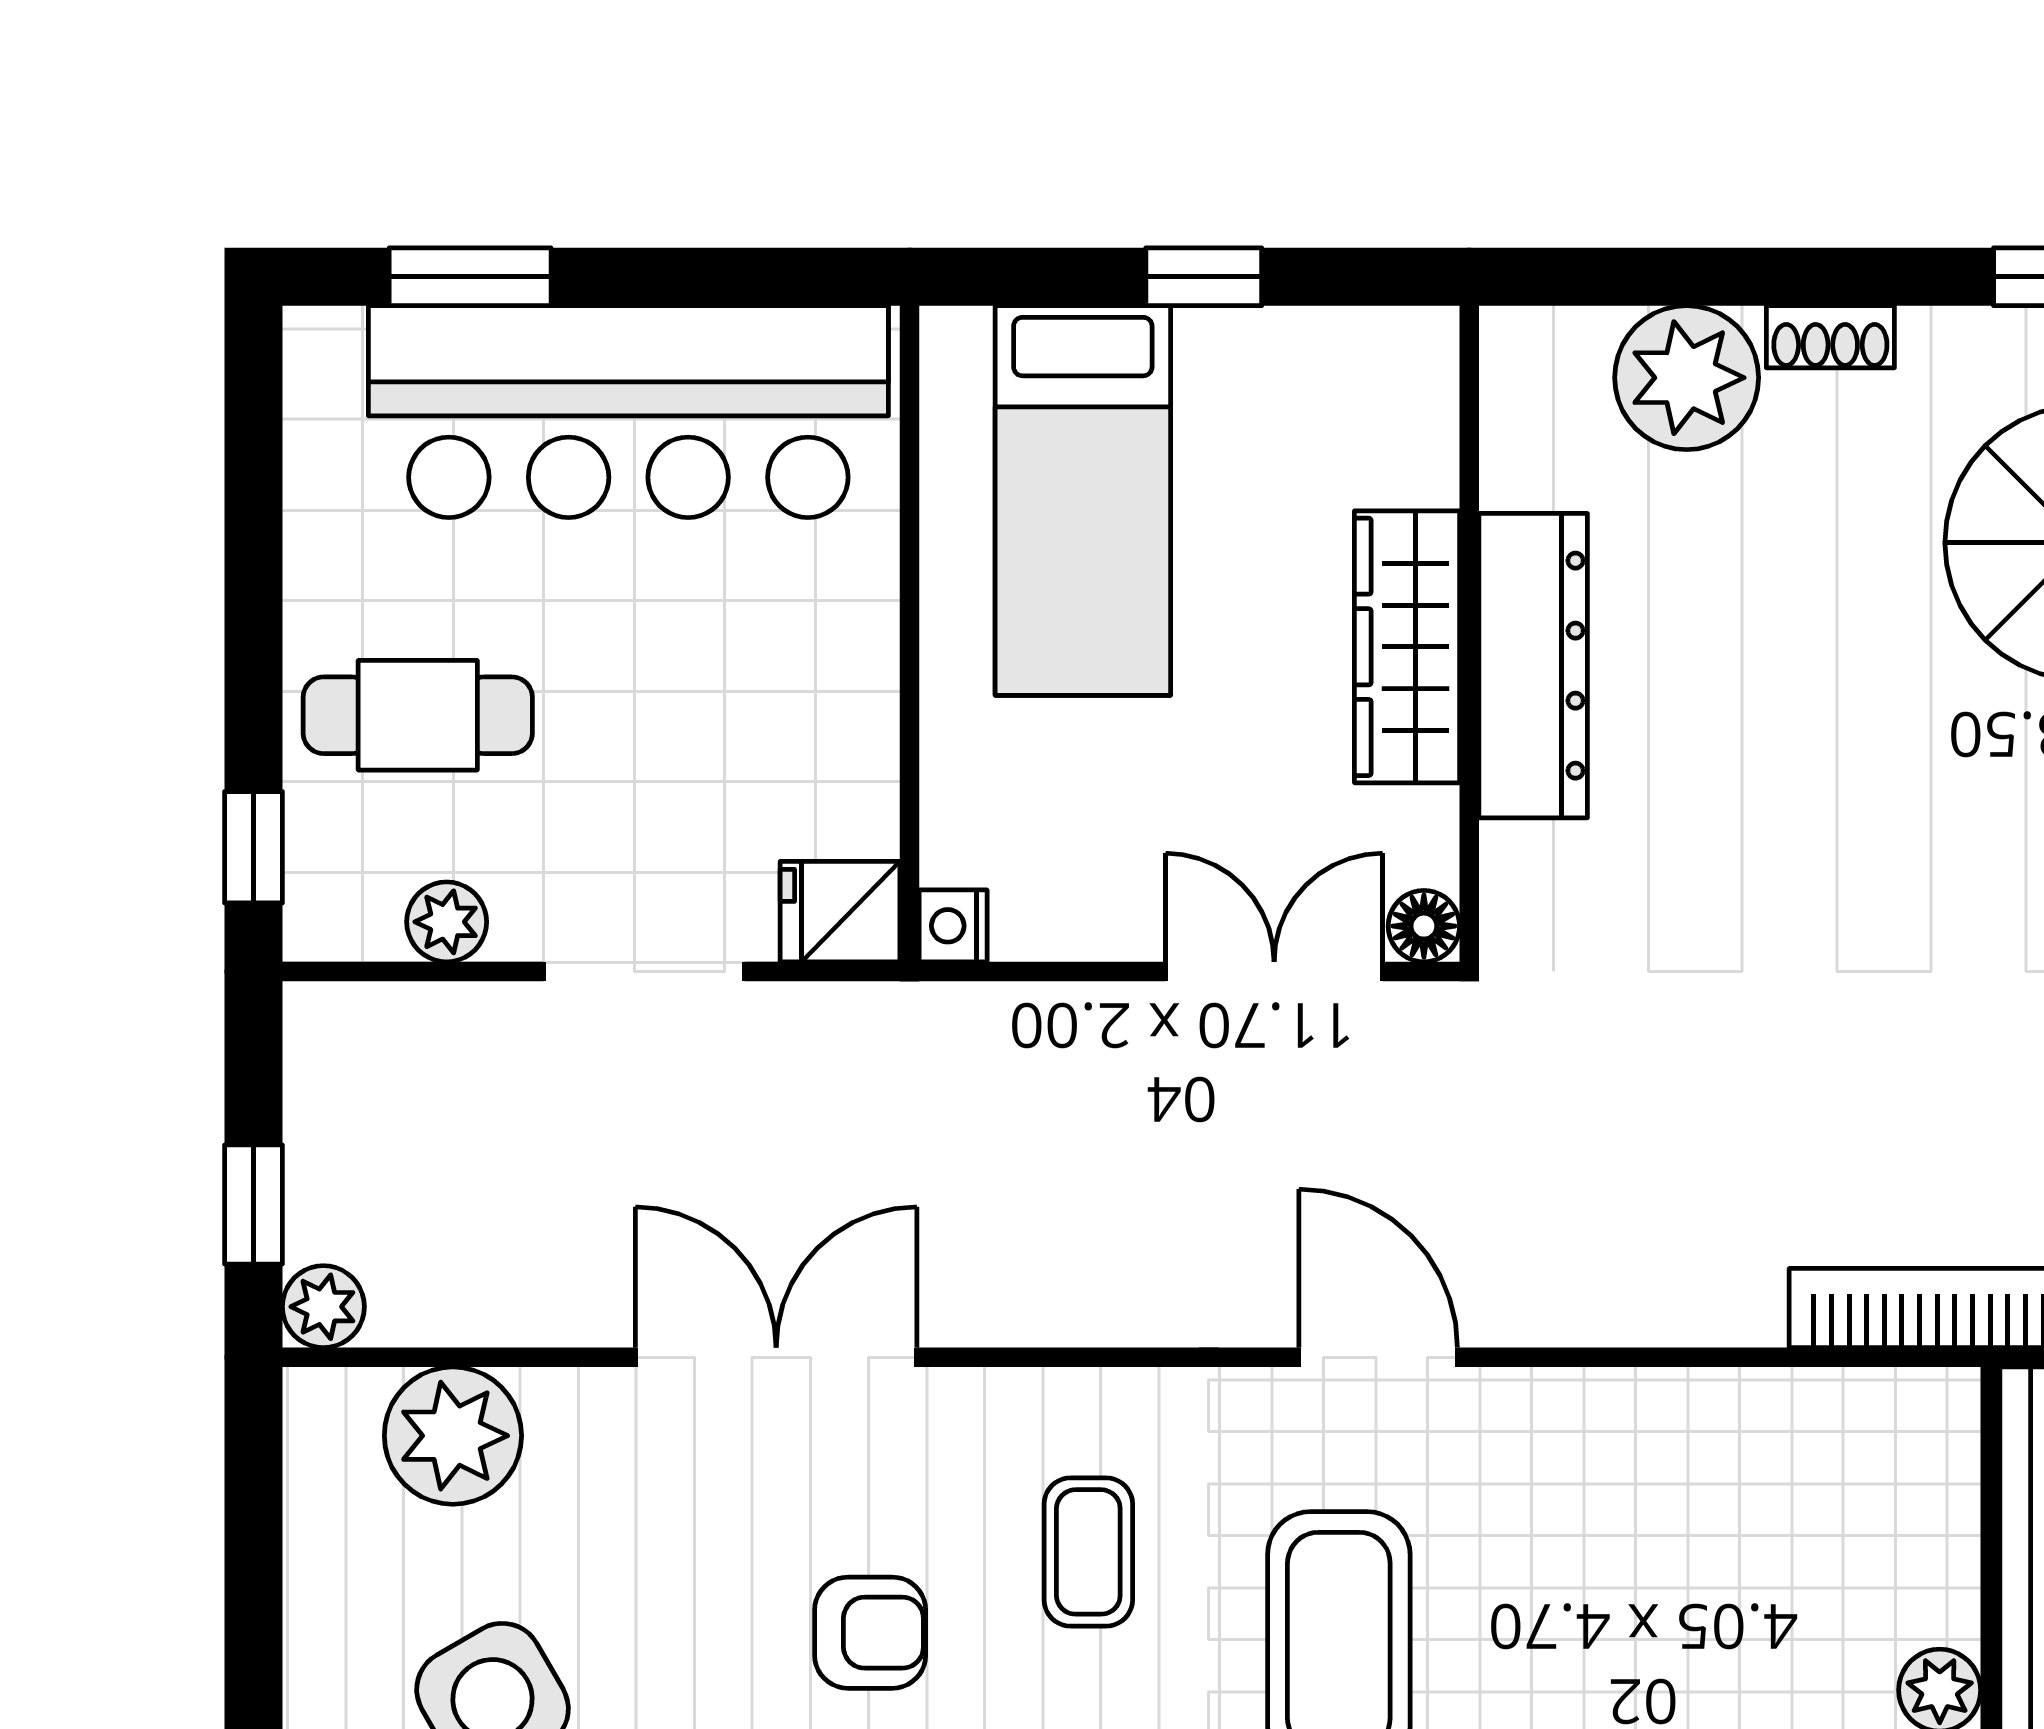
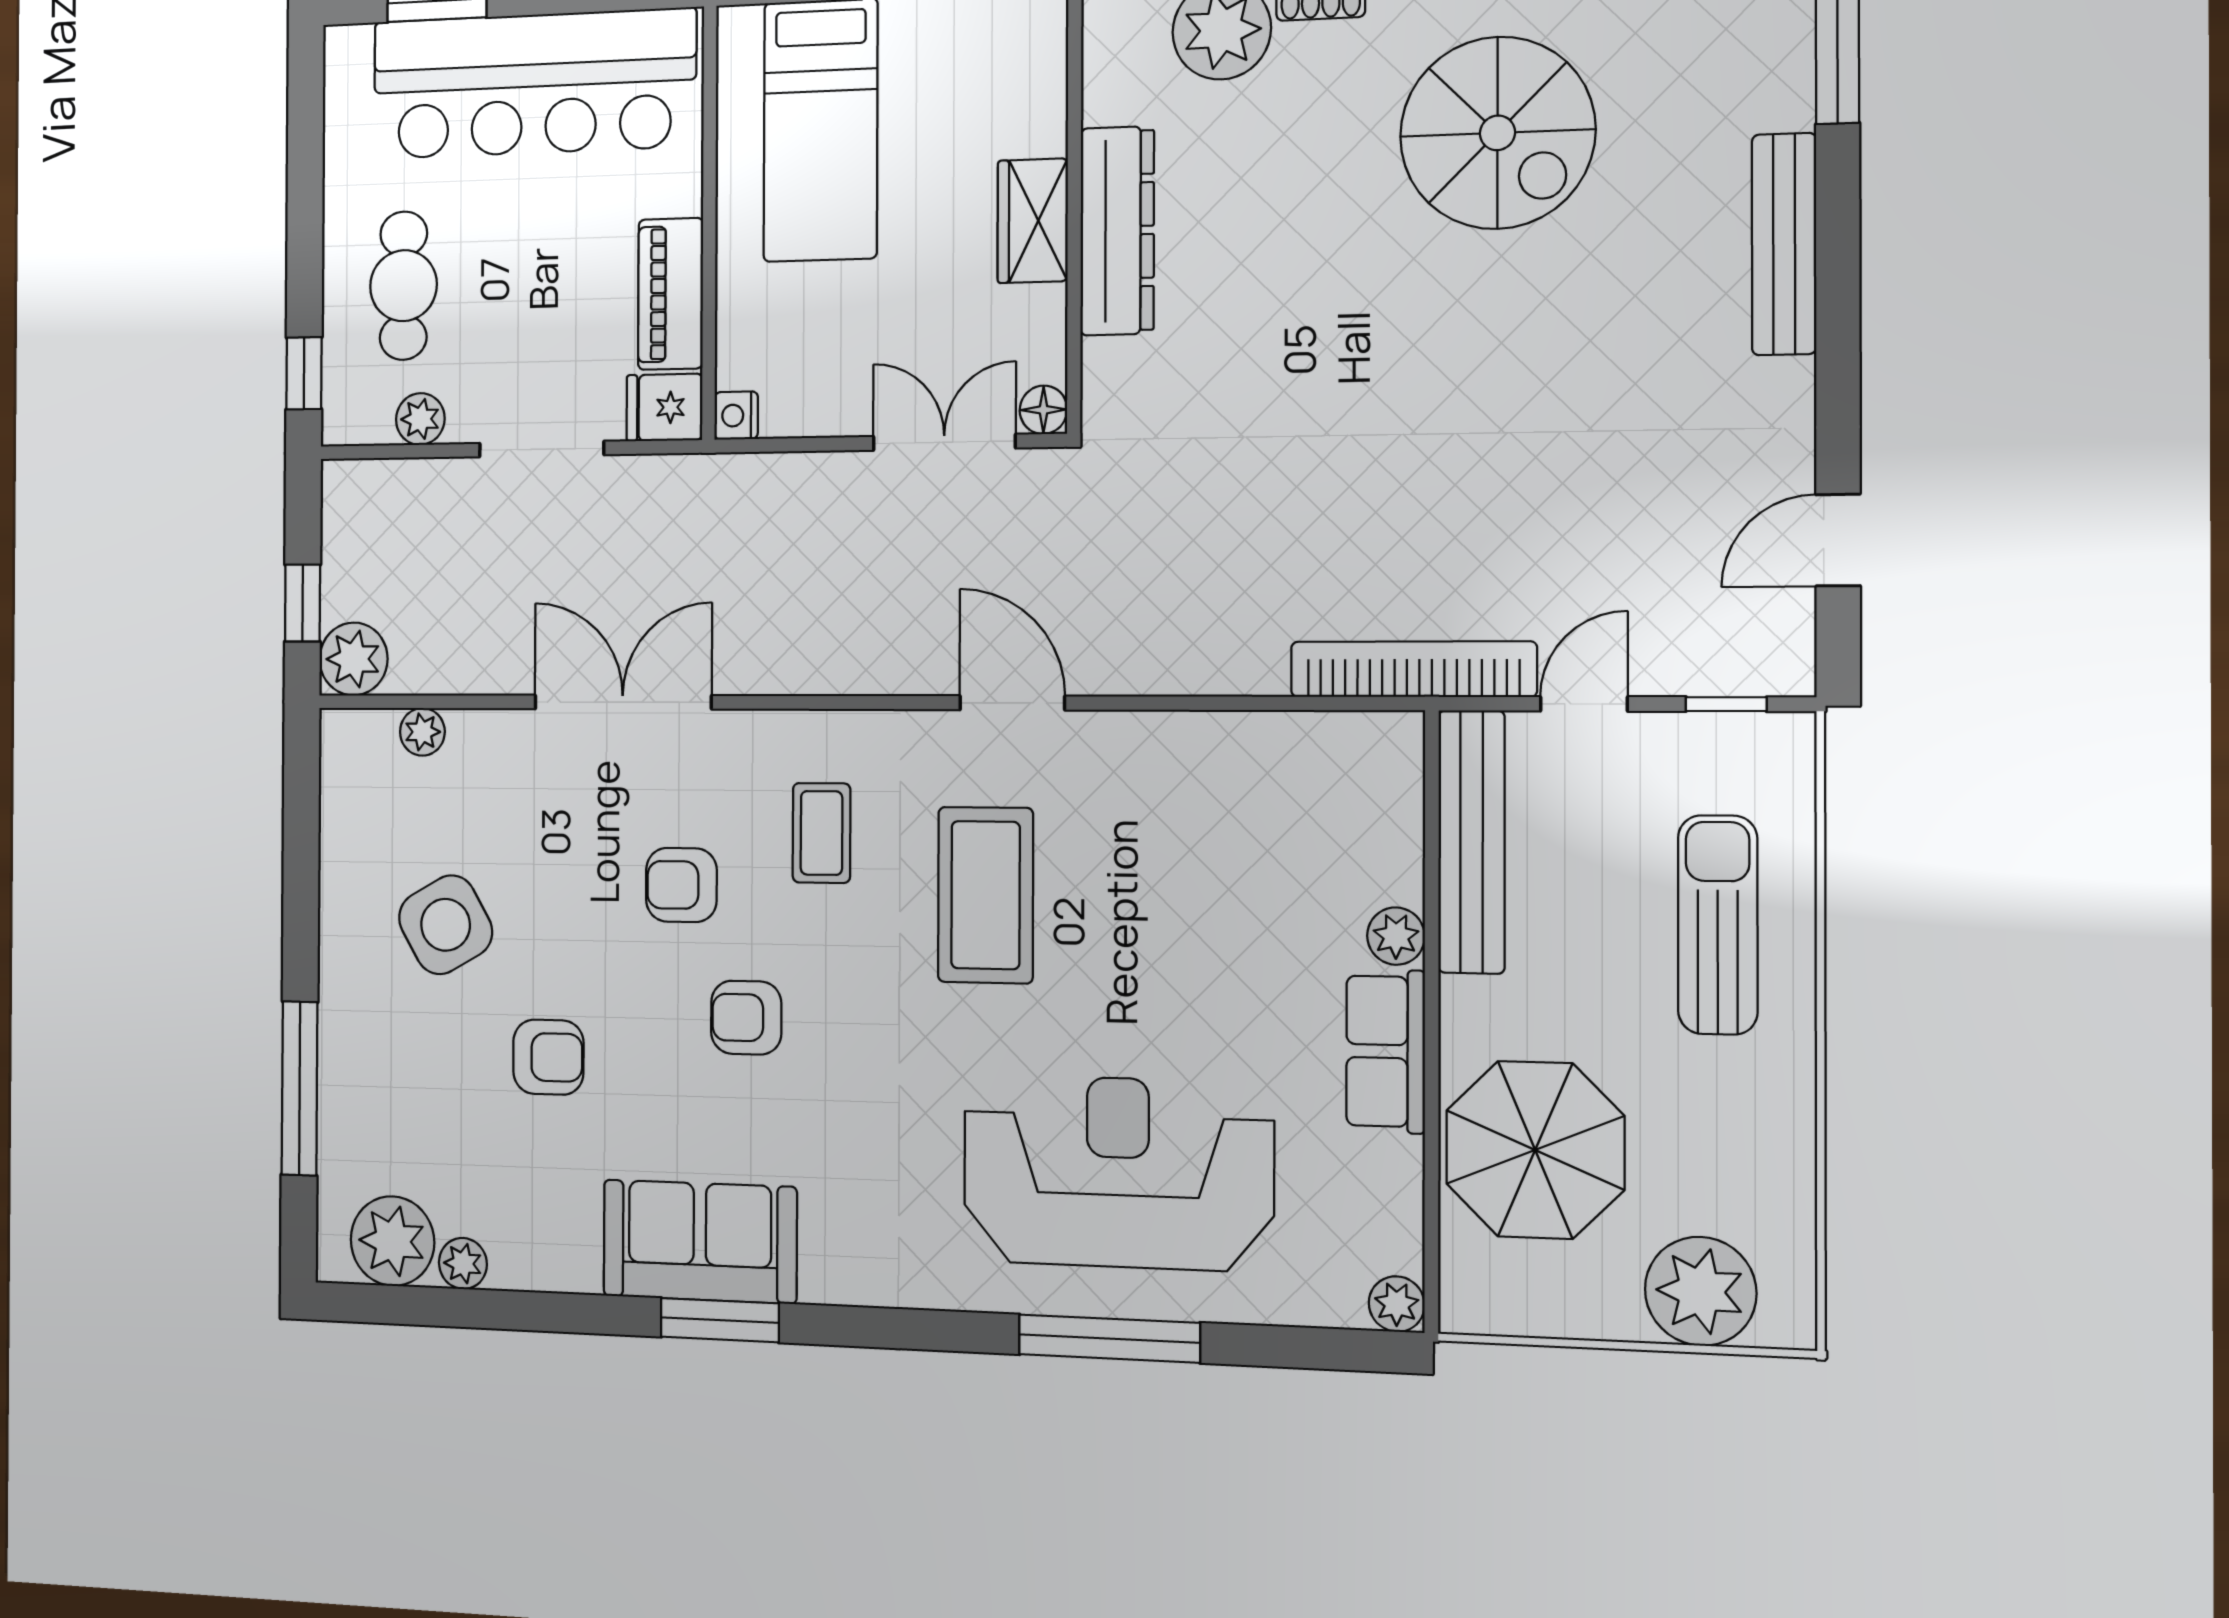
wardrobe: (1407, 647) -> (1033, 221), width x0.67
cafe table: (418, 715) -> (404, 286), turned 90
piano: (849, 740) -> (671, 294), added
plant: (323, 1307) -> (354, 659), width x1.38, depth x1.38
plant: (453, 1436) -> (422, 732), width x0.53, depth x0.53
armchair: (870, 1633) -> (681, 885), turned 180

